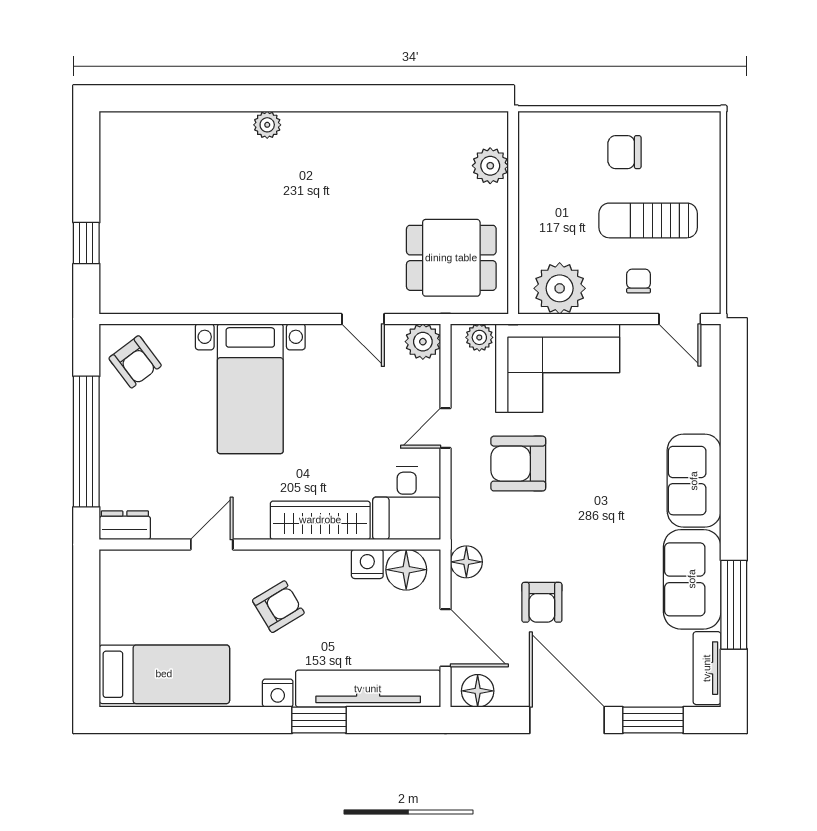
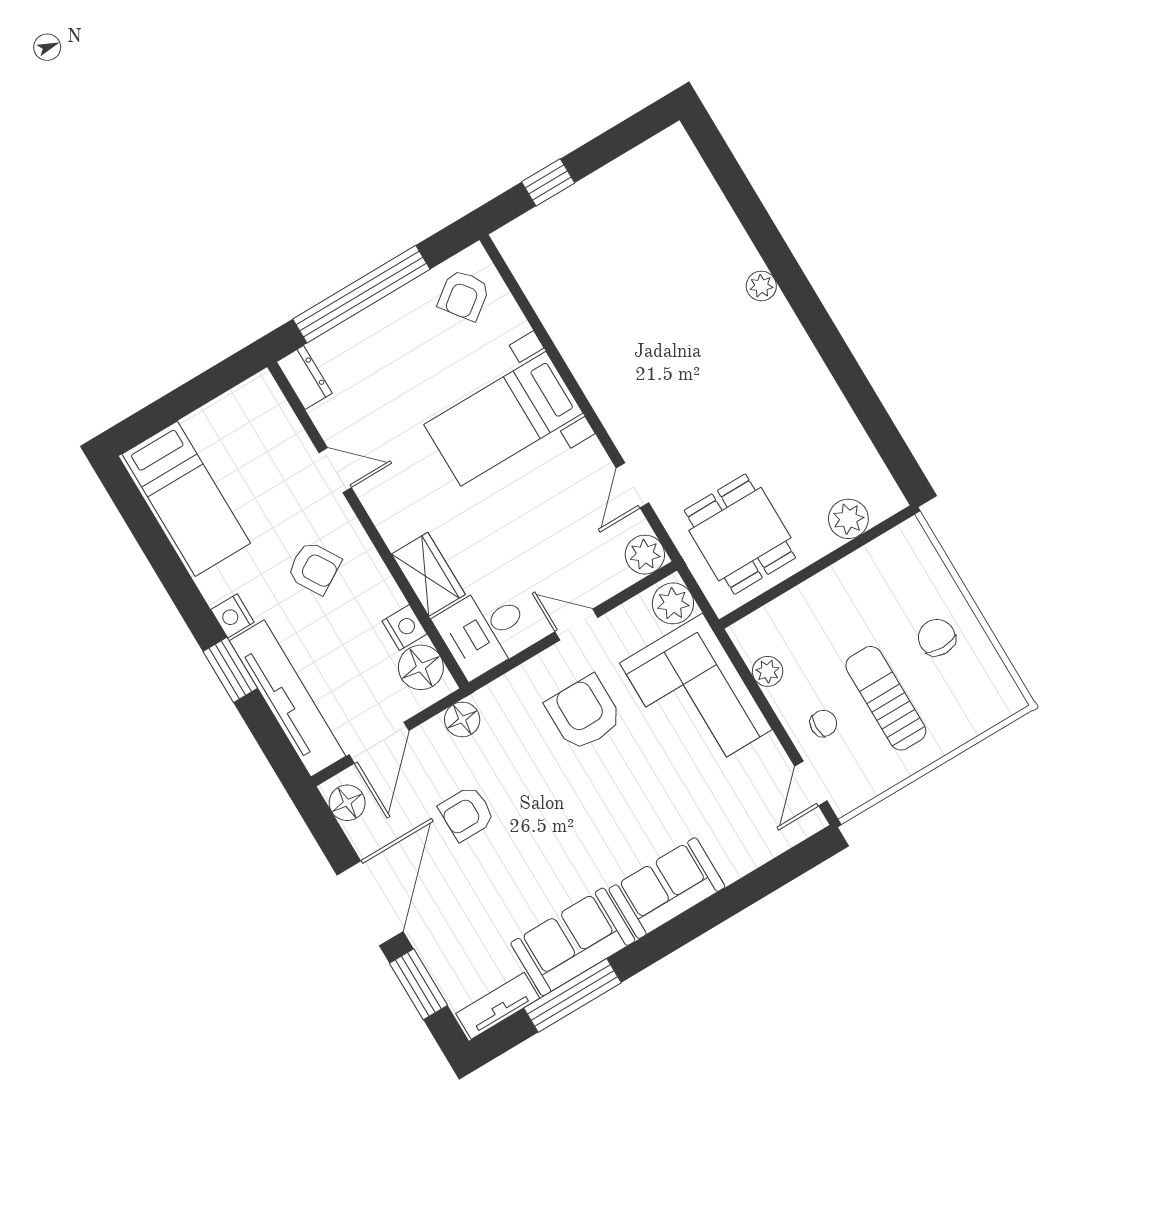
plant: (560, 288) -> (768, 671), width x0.53, depth x0.53
plant: (479, 337) -> (673, 603), width x1.38, depth x1.38
wardrobe: (320, 520) -> (428, 574), width x0.67

